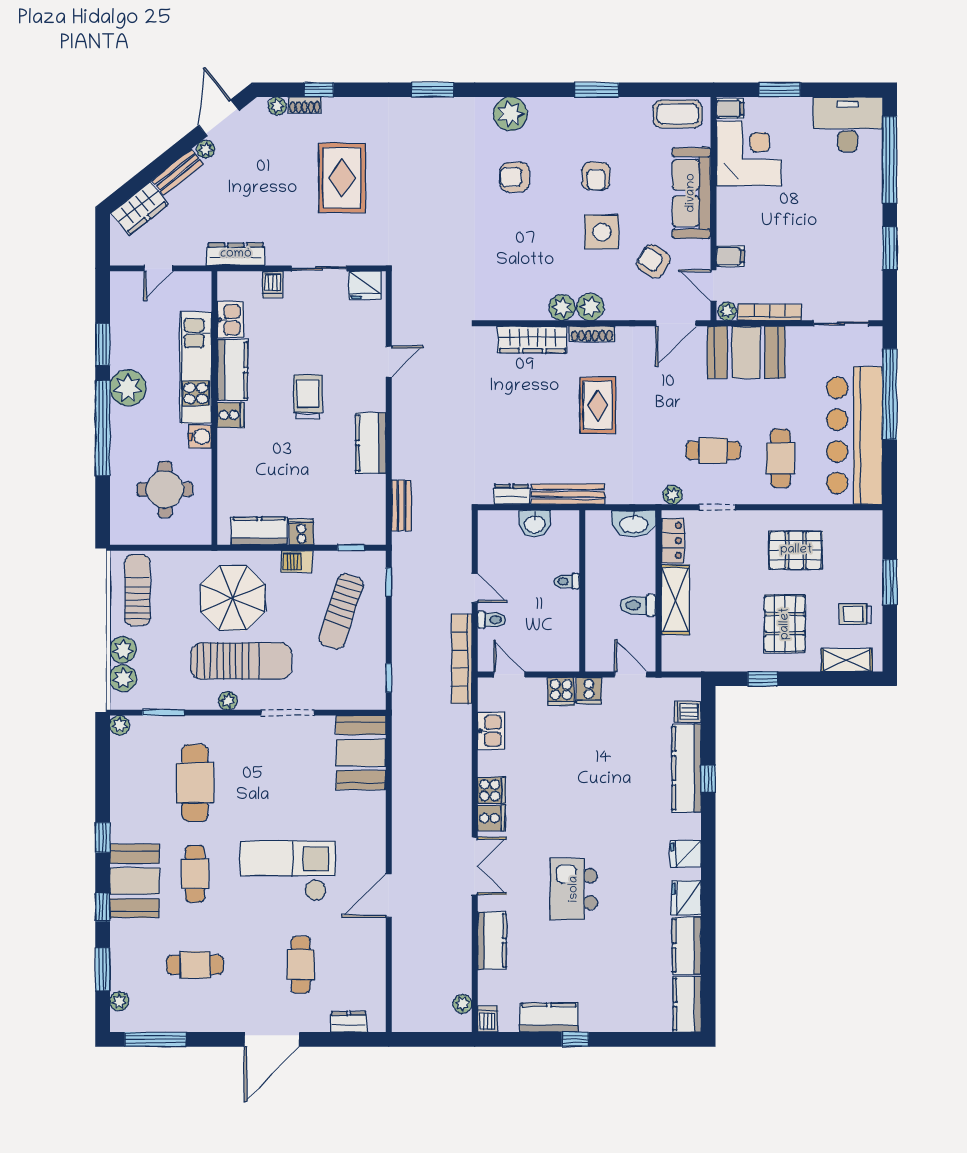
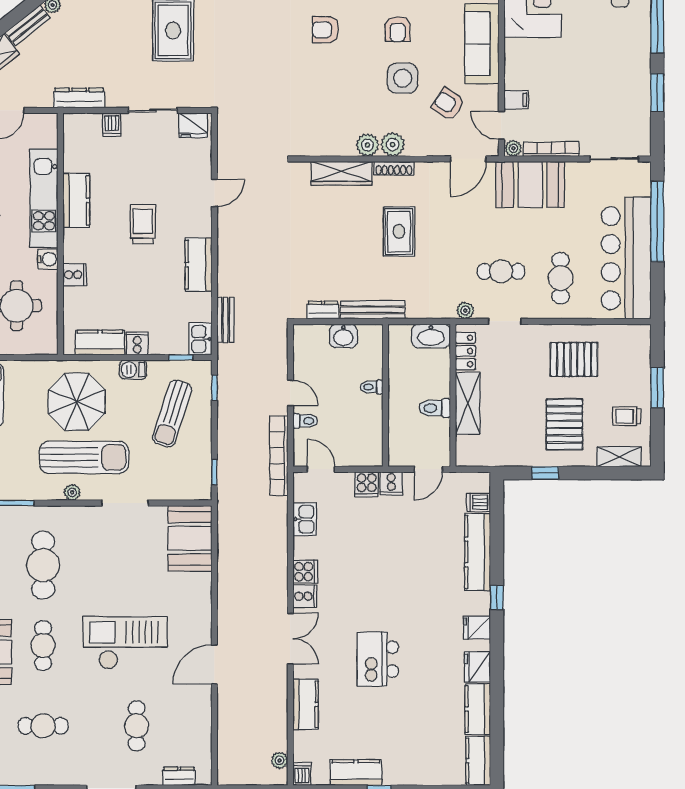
kitchen sink: (230, 320) -> (200, 339), moved, turned 180
cooker: (231, 415) -> (75, 275), moved
door: (631, 674) -> (428, 469), swing flipped
window: (708, 779) -> (497, 597), moved

